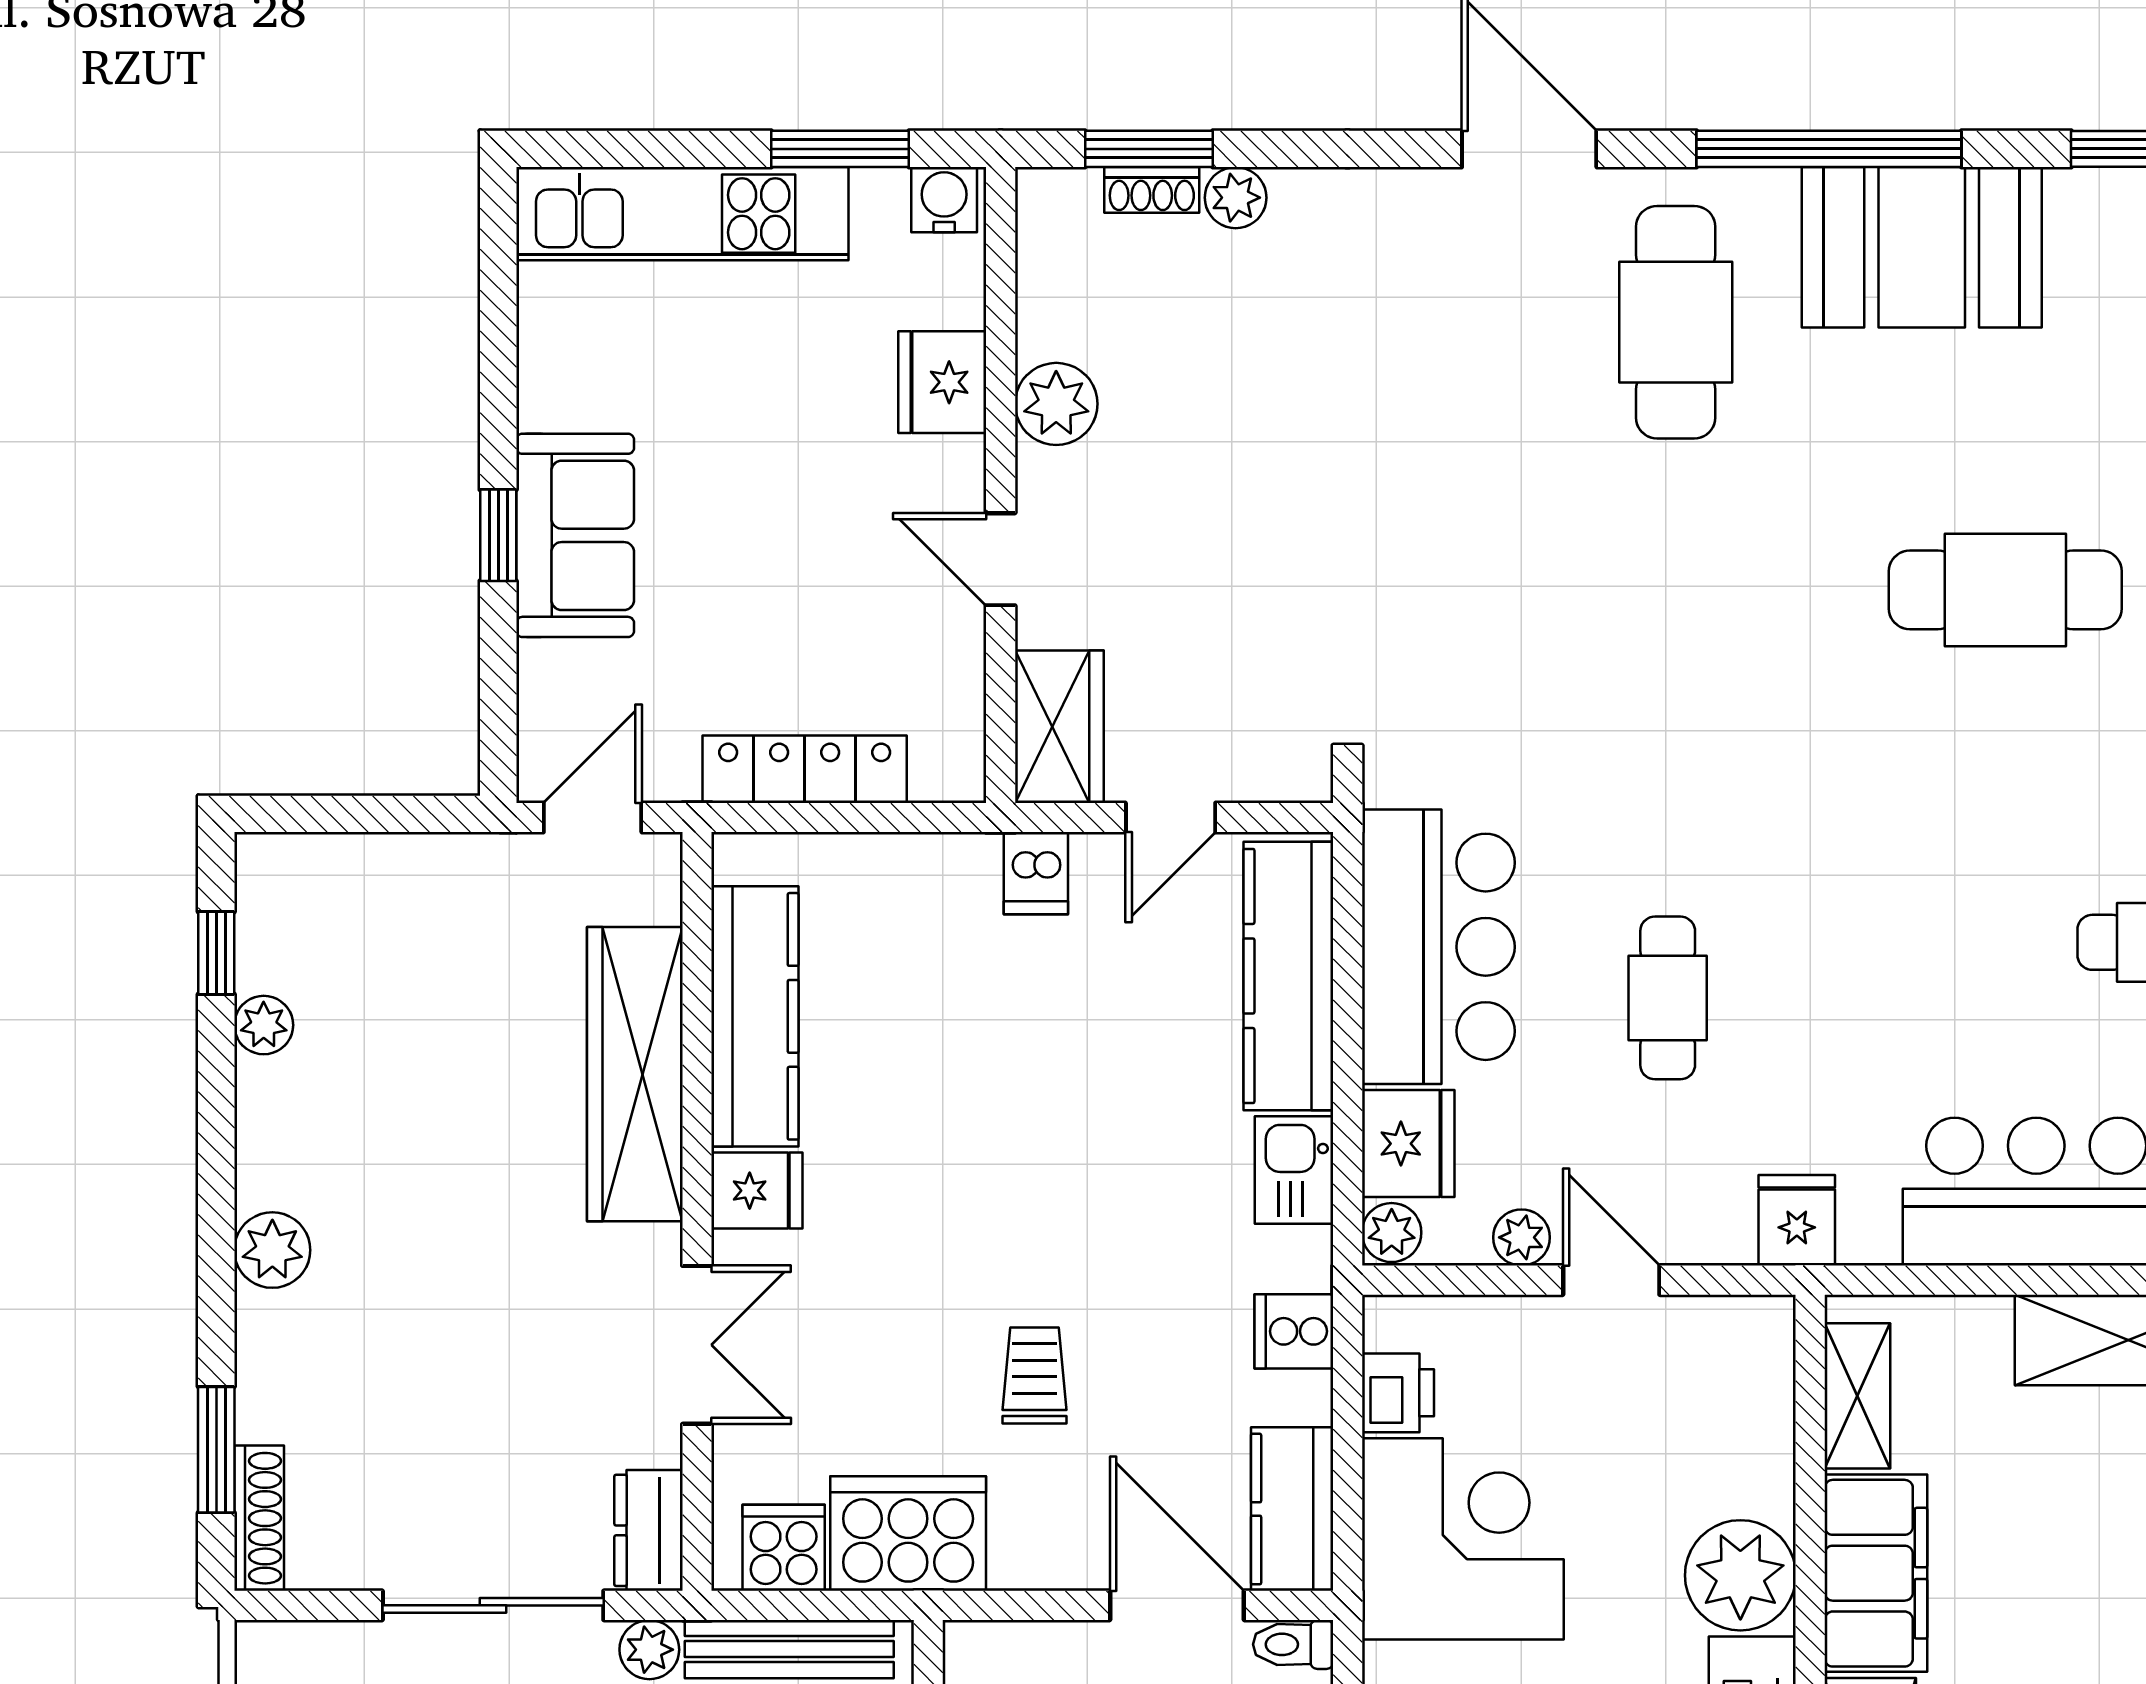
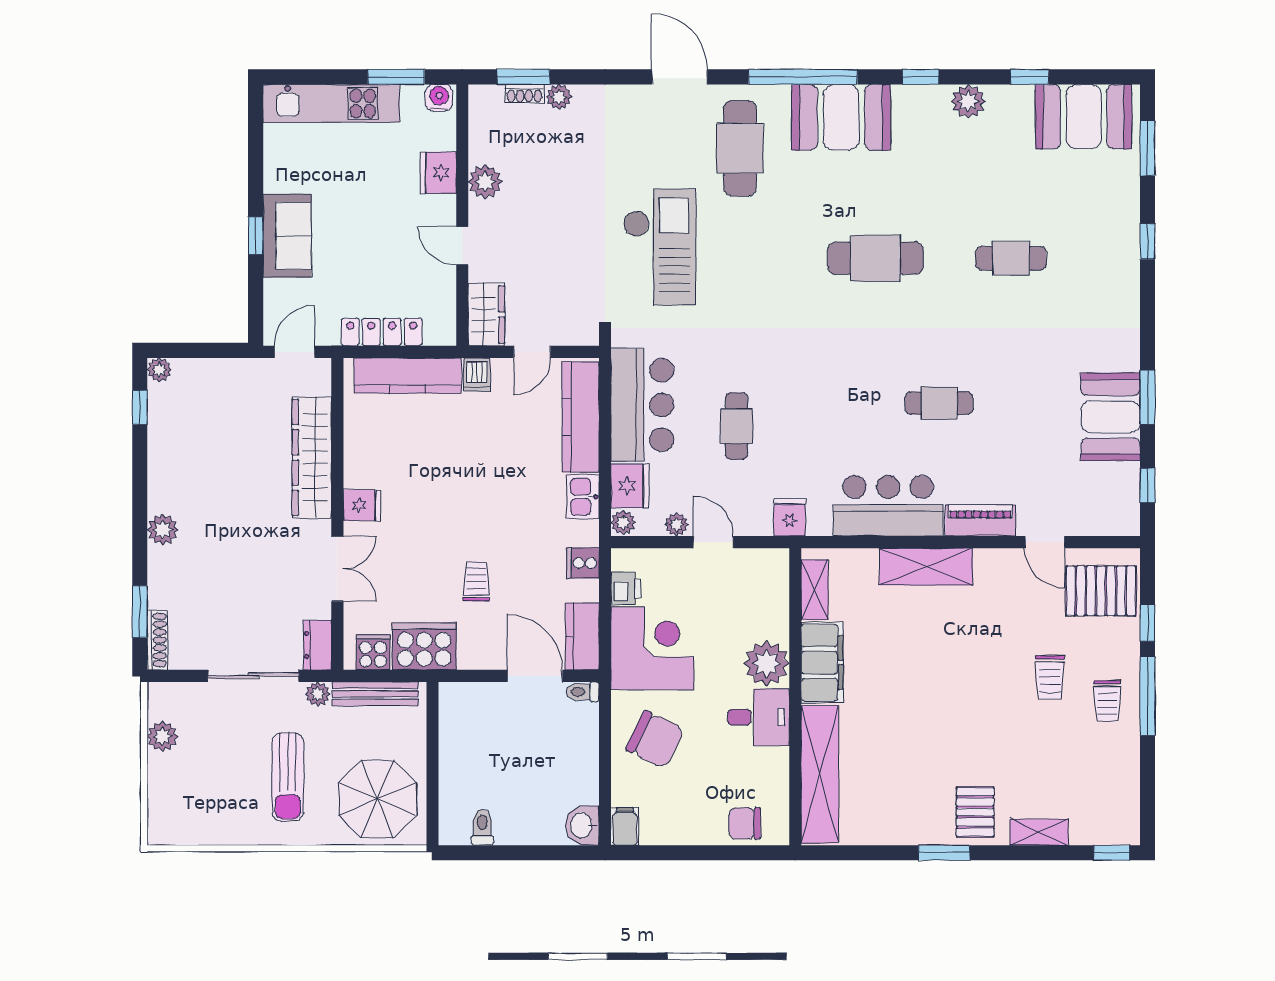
checkout: (1480, 562) -> (659, 247), added
kitchen counter: (755, 1016) -> (408, 376), moved, turned 90
plant: (264, 1025) -> (159, 370), moved

